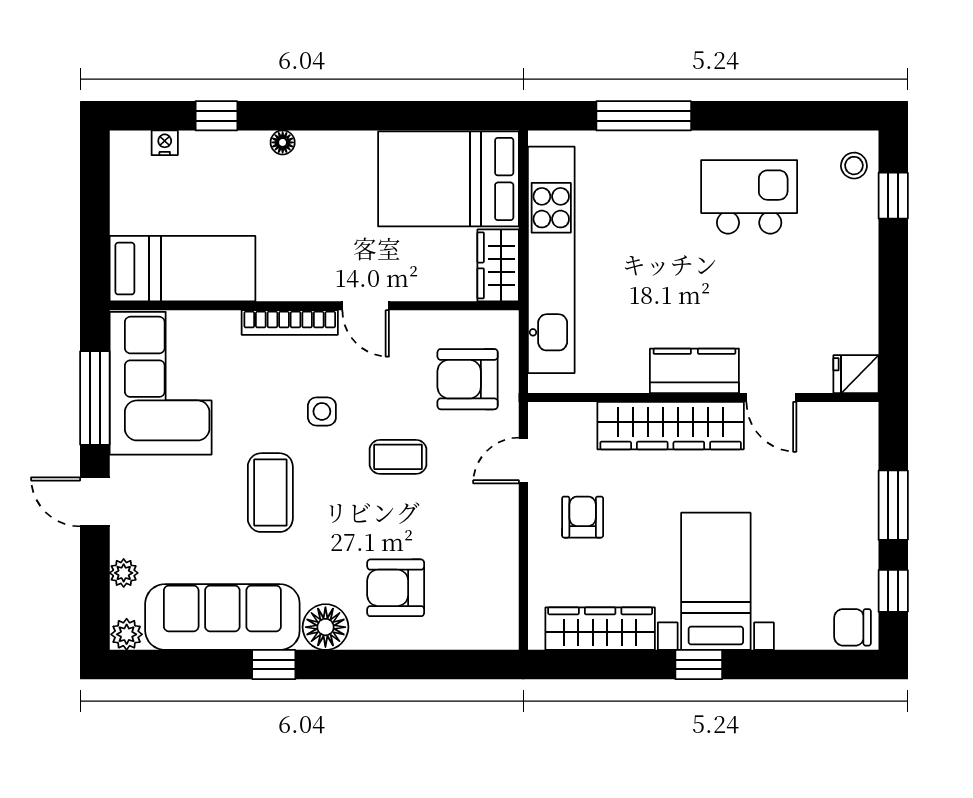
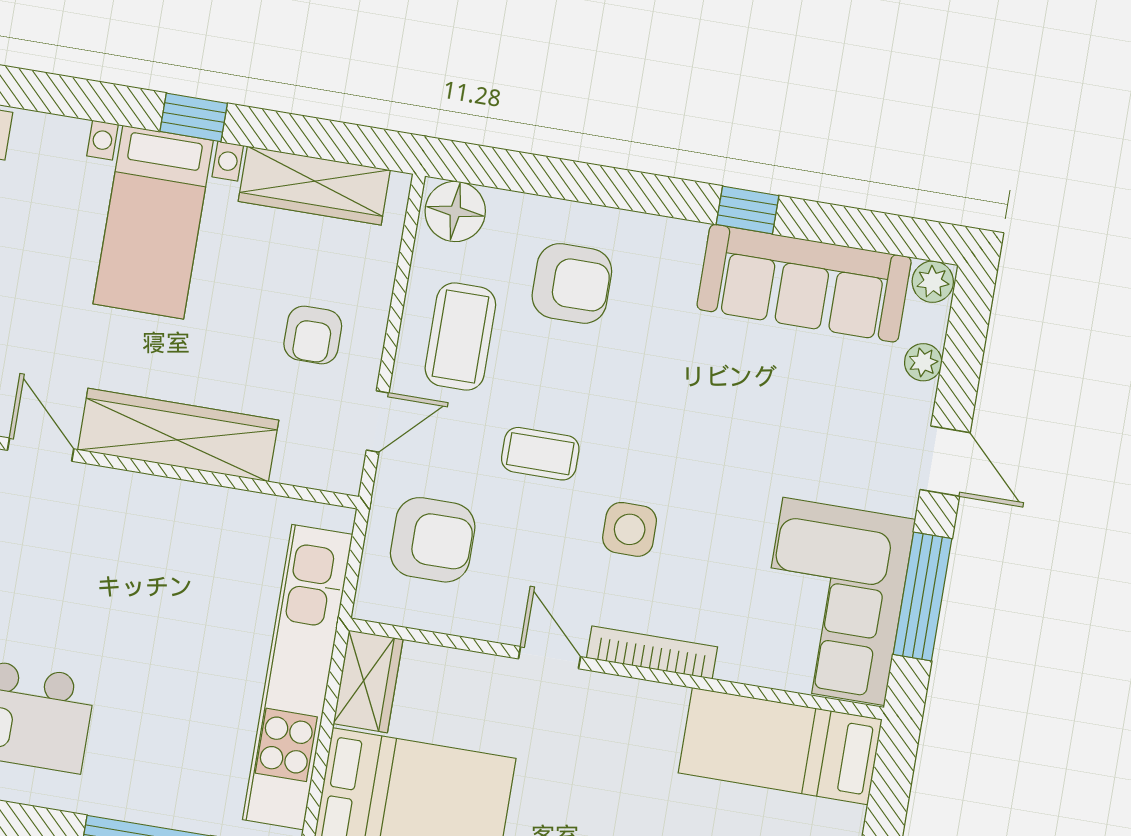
kitchen counter: (694, 371) -> (135, 501), removed
side table: (322, 411) -> (630, 529), width x1.37, depth x1.37
coffee table: (270, 493) -> (460, 337), moved
floor lamp: (325, 627) -> (455, 211), moved

